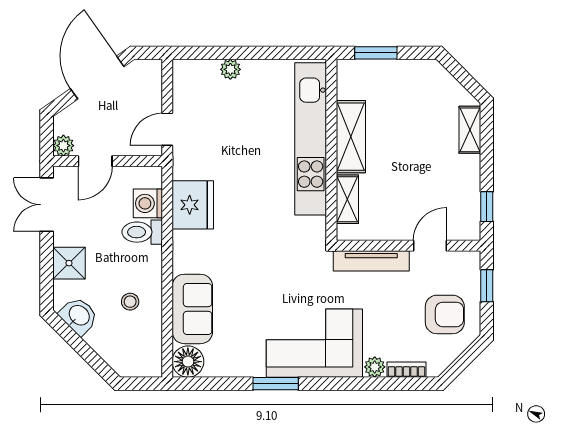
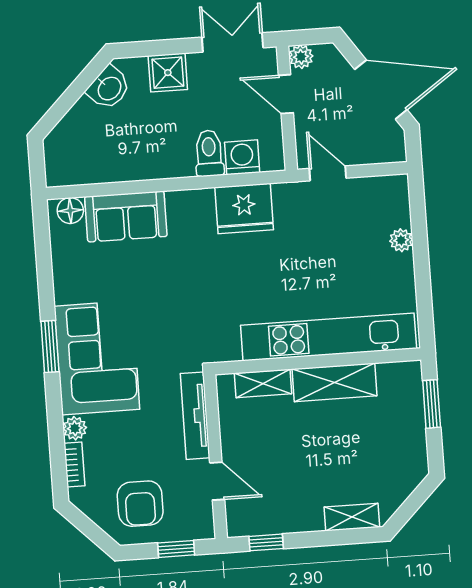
stool: (130, 302) -> (129, 145), removed
floor lamp: (188, 362) -> (70, 211), width x0.73, depth x0.73
window: (276, 384) -> (50, 347), moved

